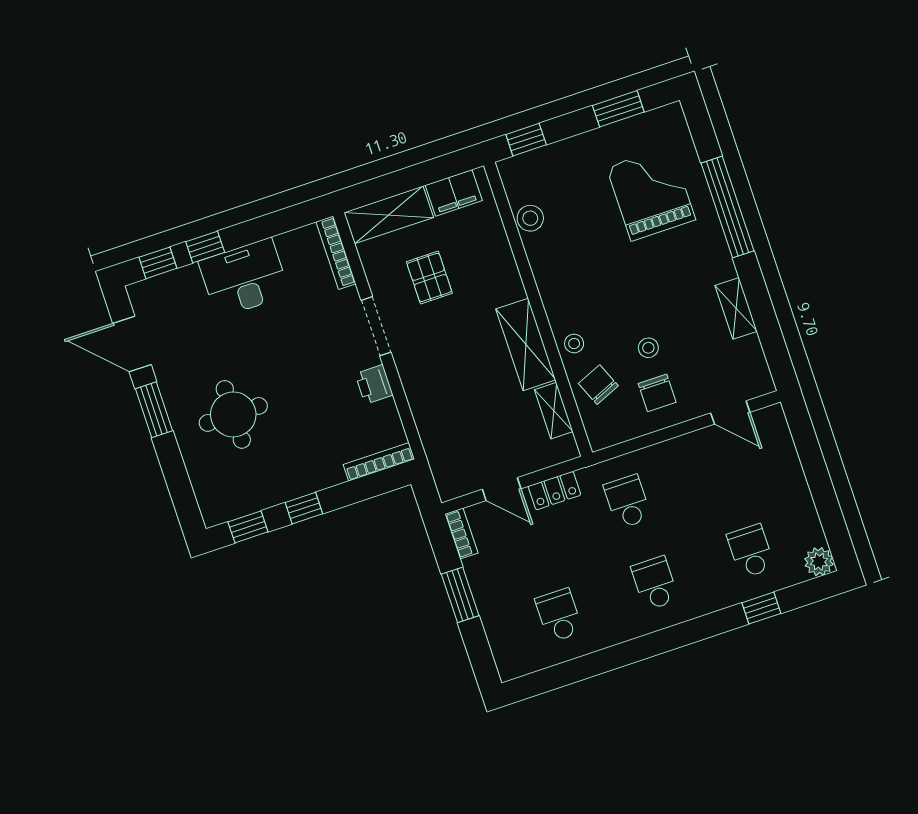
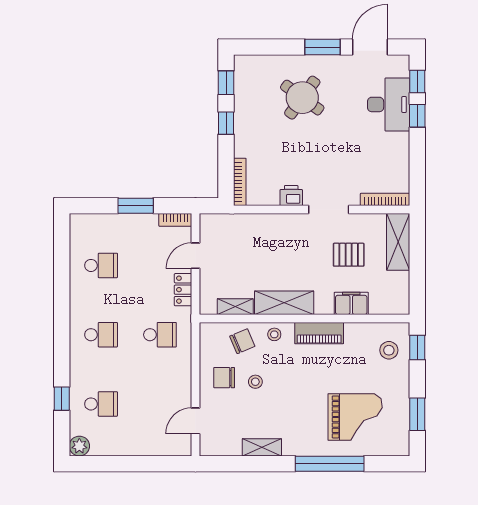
filing cabinet: (454, 193) -> (351, 303), moved, turned 90
stool: (530, 218) -> (389, 350), moved
desk: (244, 278) -> (389, 104), moved
piano: (552, 282) -> (319, 333), added
round table: (233, 414) -> (302, 98), turned 36

